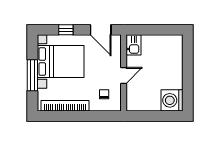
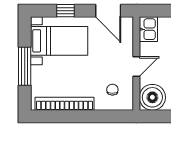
bed with nightstands: (61, 62) -> (59, 41), width x0.73
boiler: (137, 101) -> (152, 97), added

